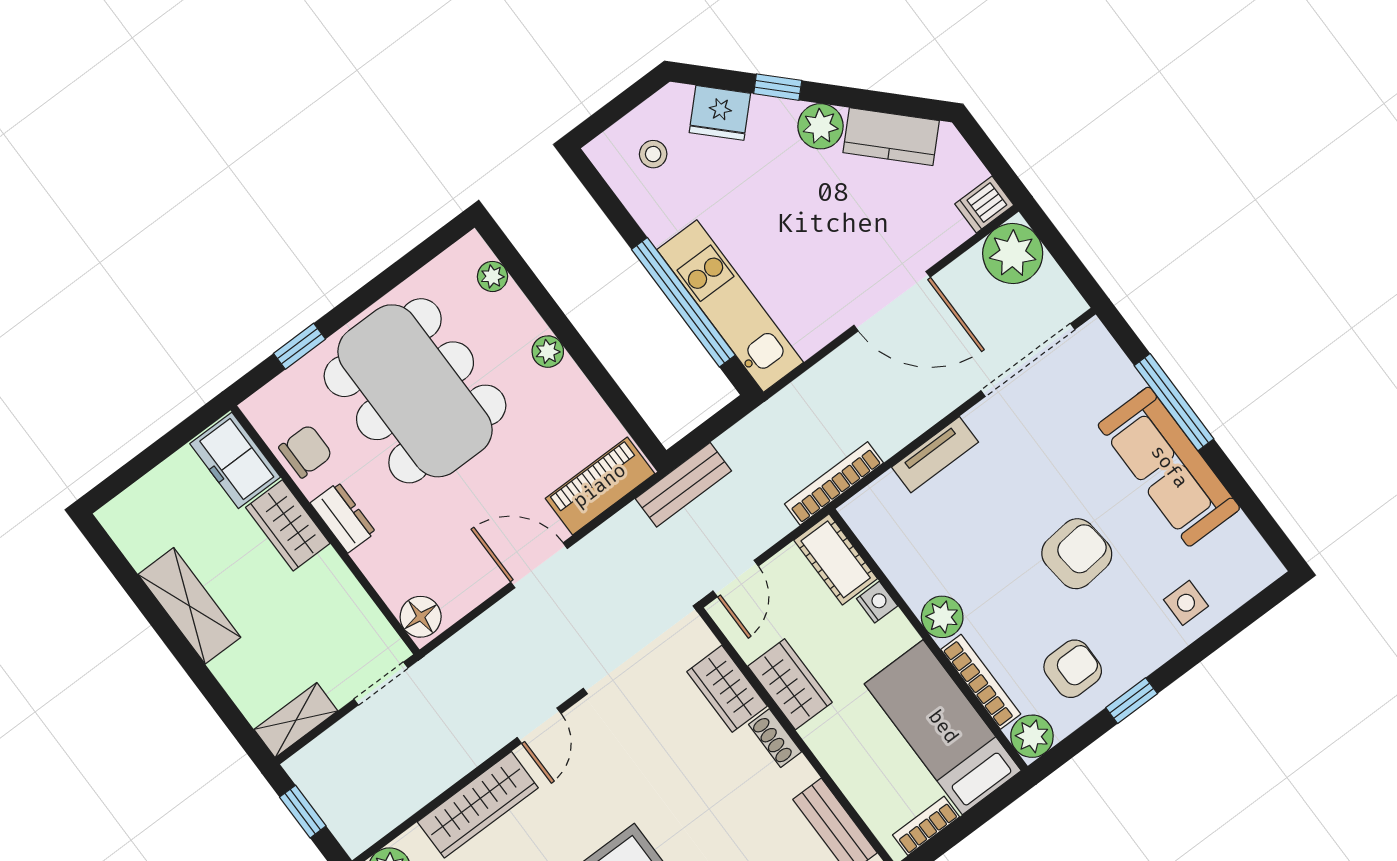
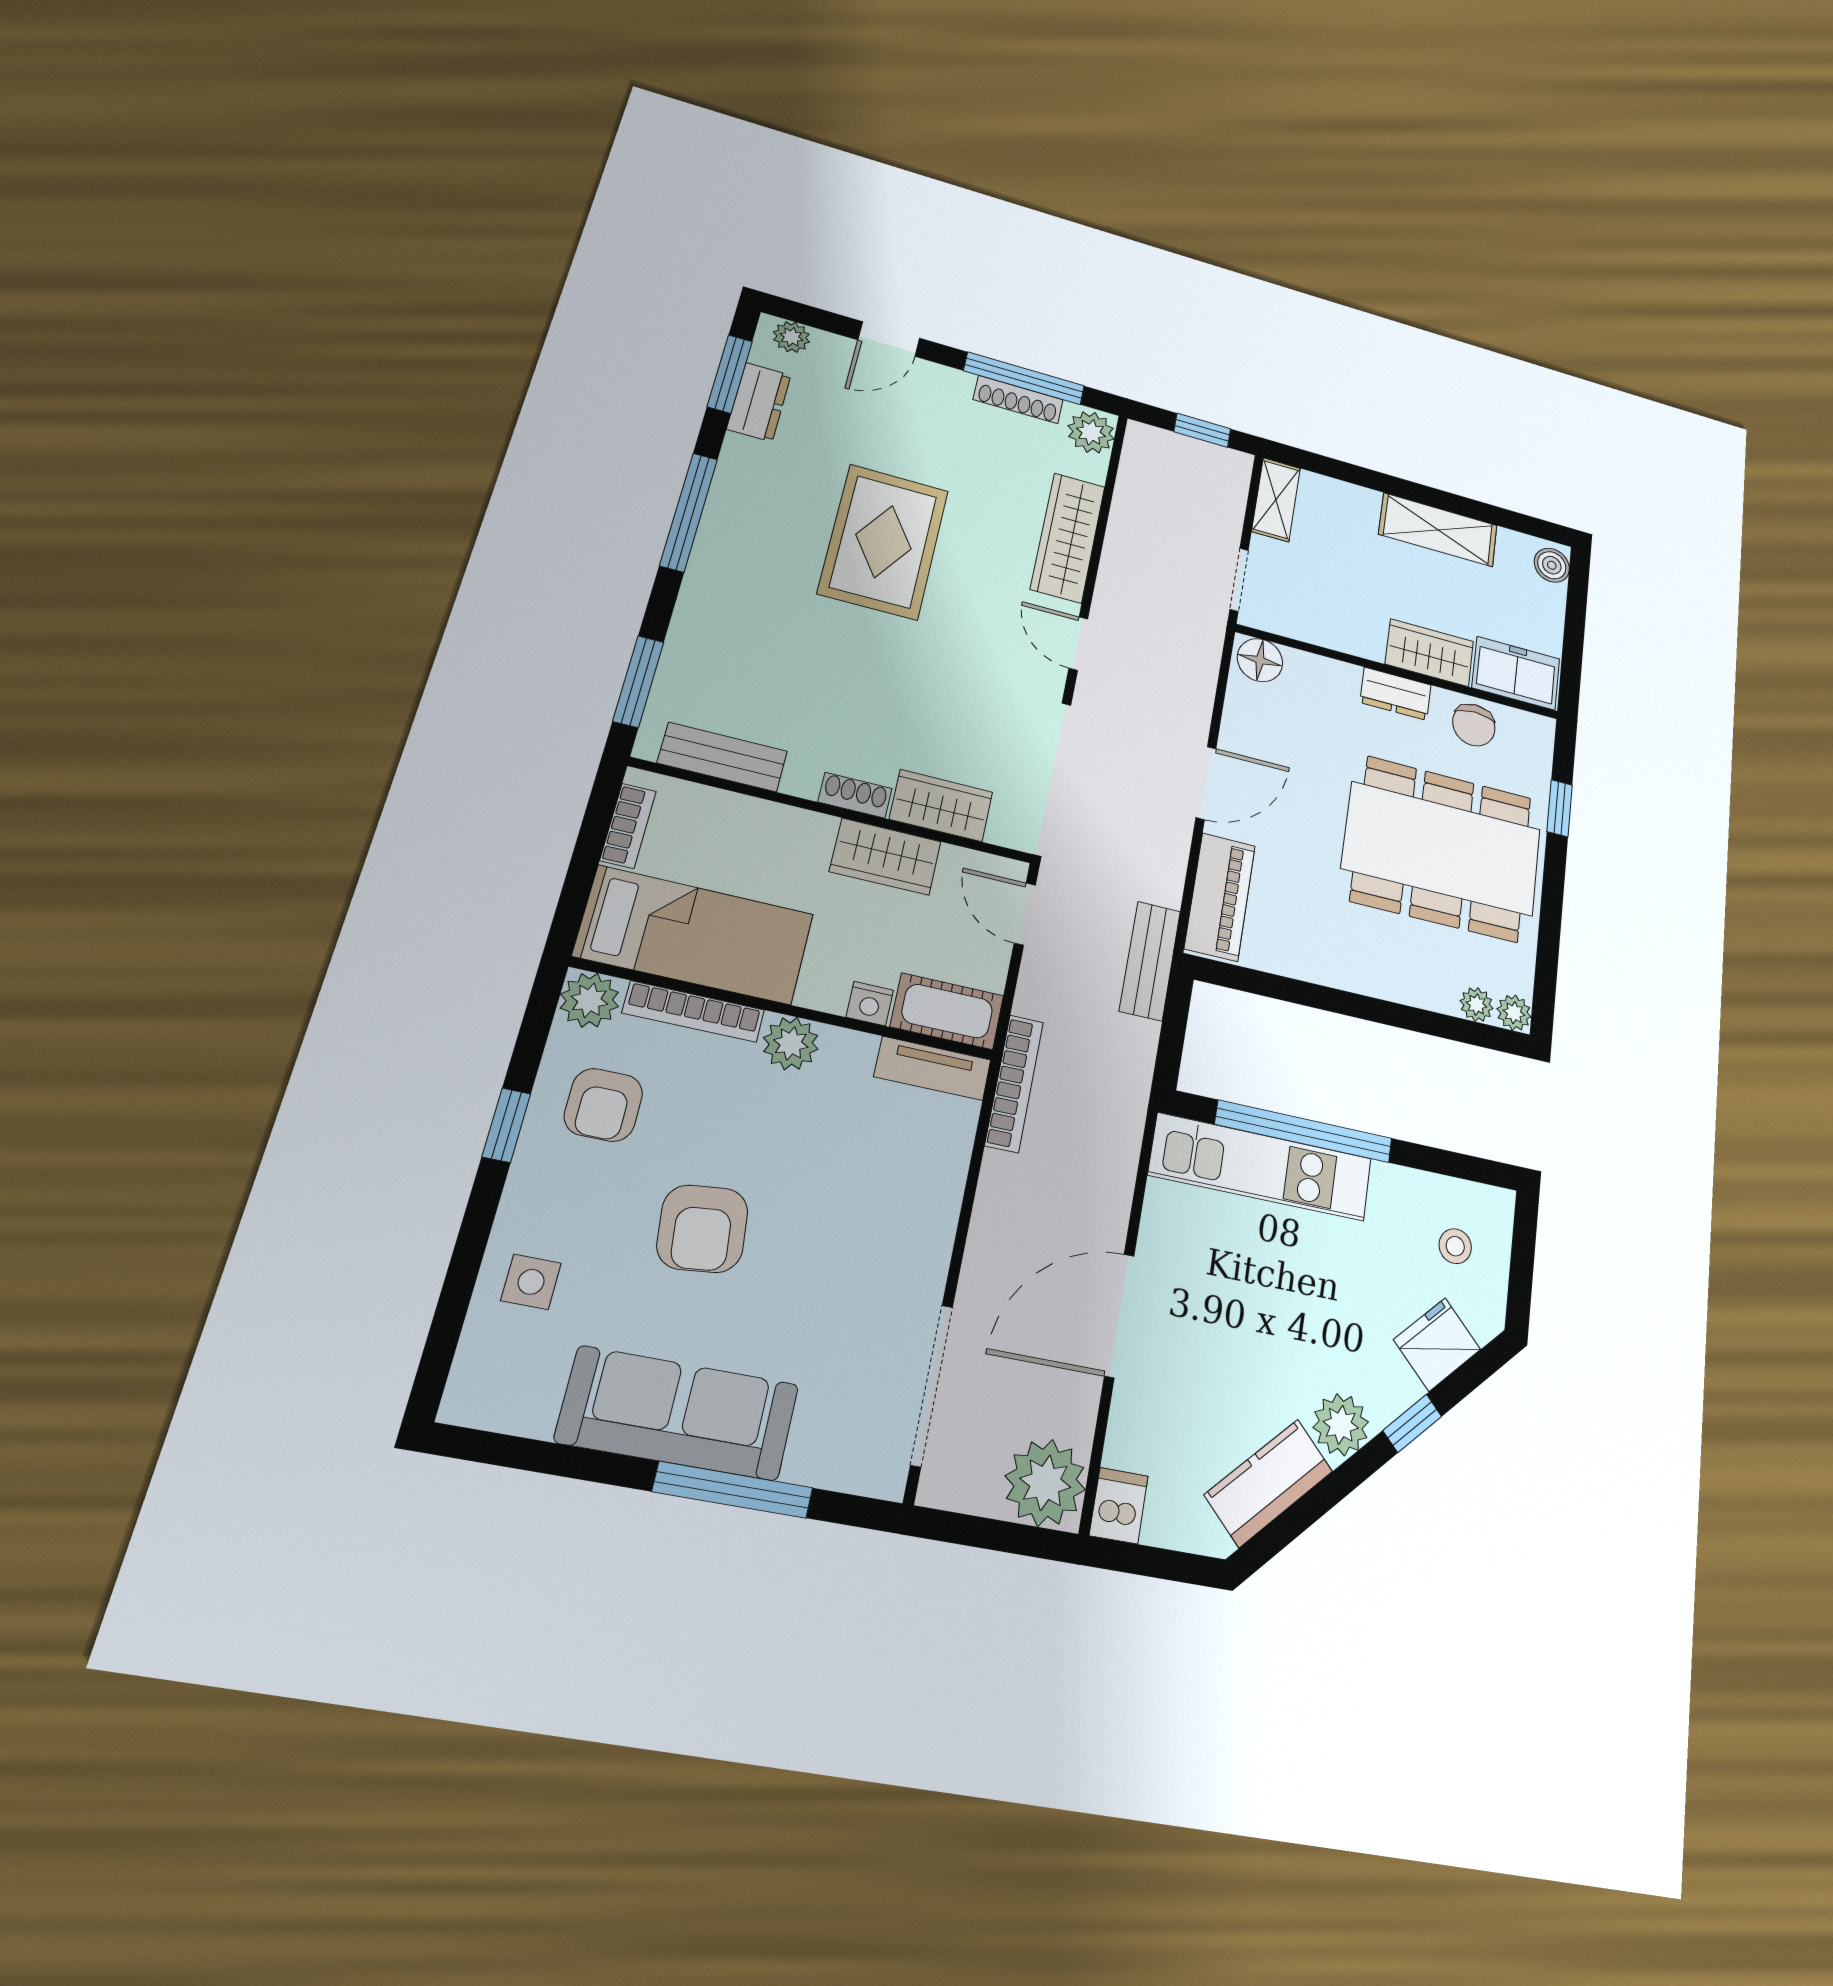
plant: (548, 352) -> (1514, 1013), moved
tv unit: (935, 455) -> (933, 1068), moved, turned -90
boiler: (123, 513) -> (1552, 565), added

